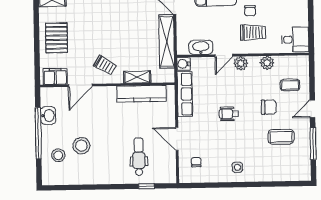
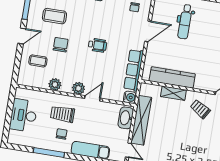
desk: (295, 39) -> (23, 115), moved, width x1.37
washbasin: (201, 47) -> (126, 118), moved, turned 90
chair: (269, 107) -> (61, 45), turned 90
door: (177, 139) -> (148, 31), hinge flipped

